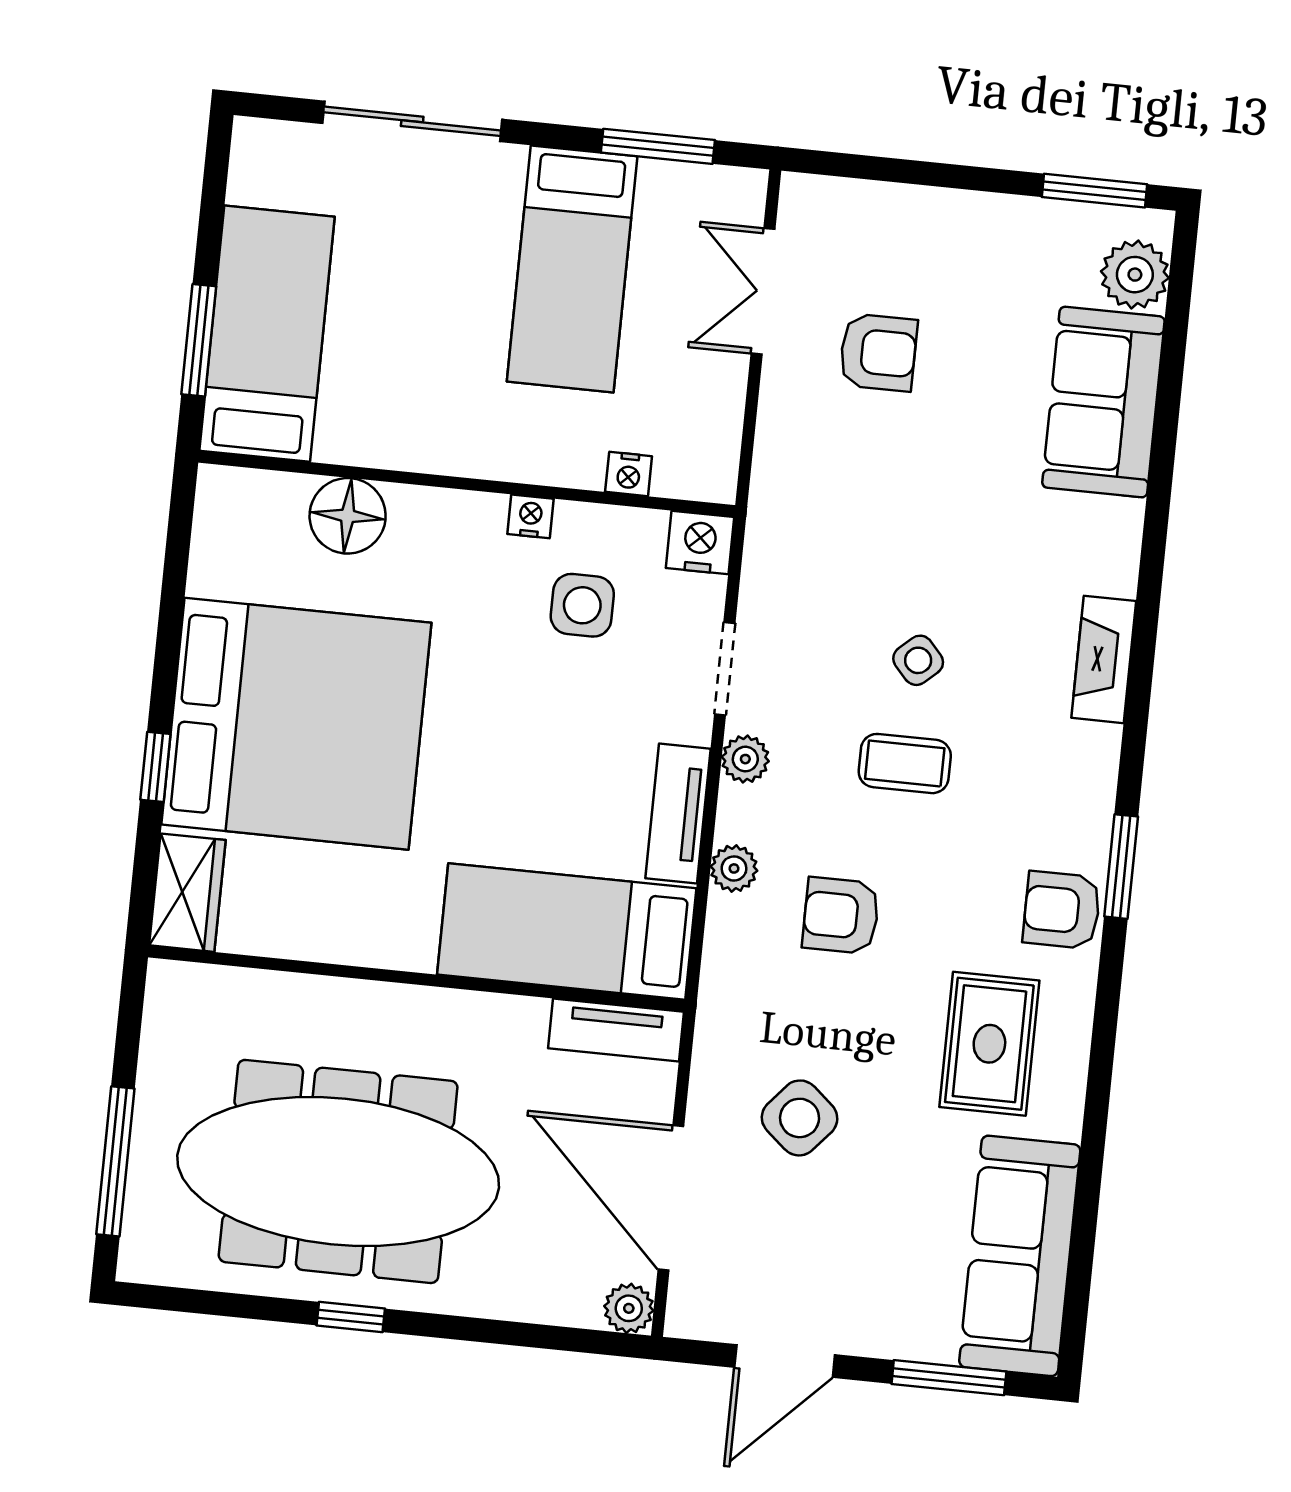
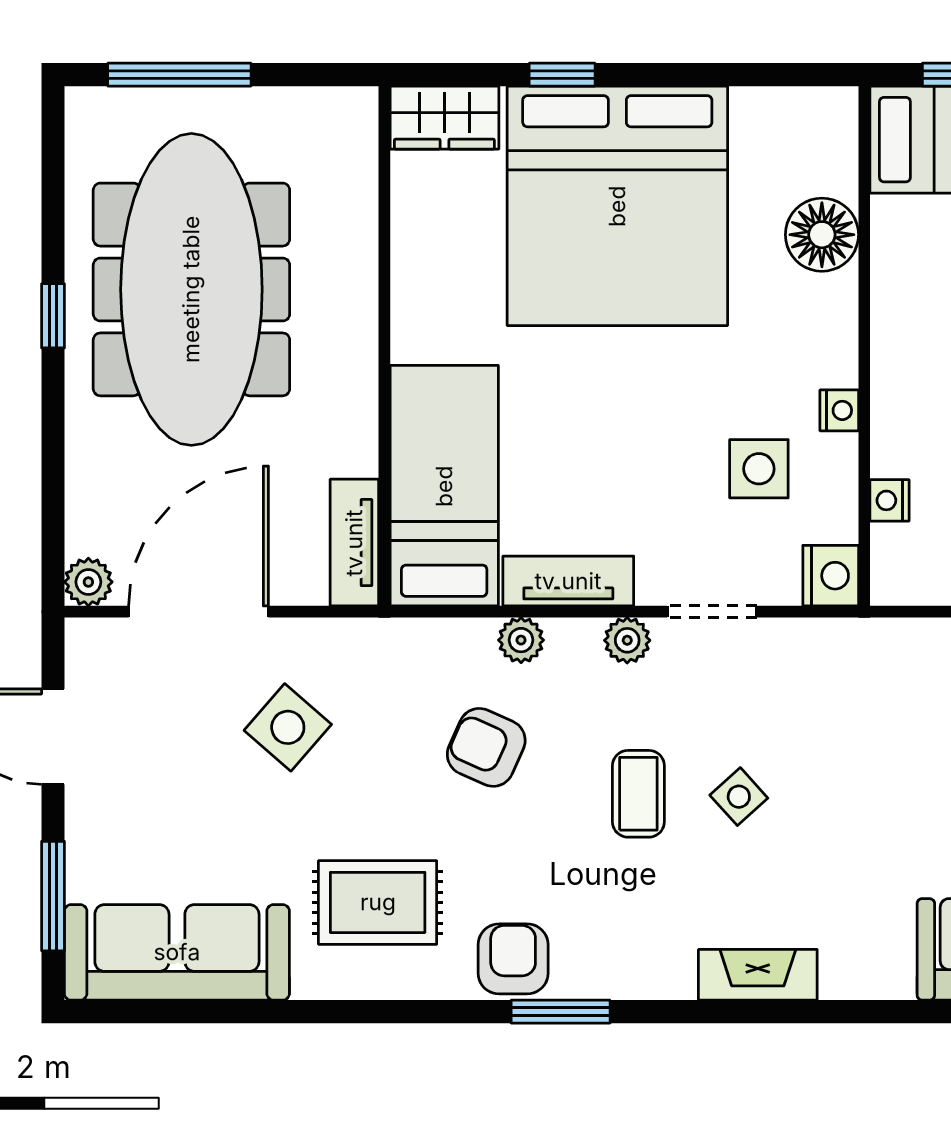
armchair: (841, 916) -> (486, 747), turned -66

